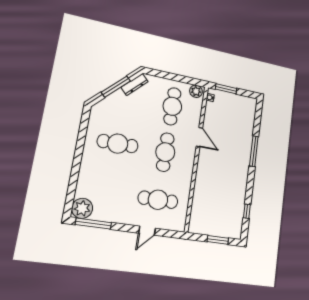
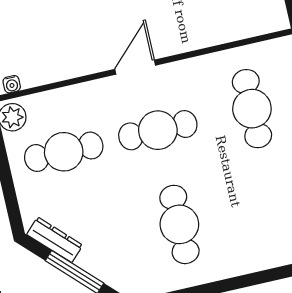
door: (199, 137) -> (135, 67), moved

